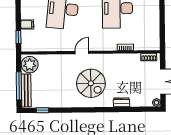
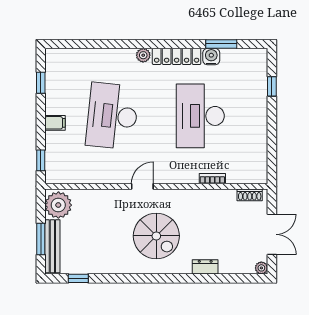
filing cabinet: (27, 24) -> (55, 123), moved
window: (19, 86) -> (41, 239), width x0.69

